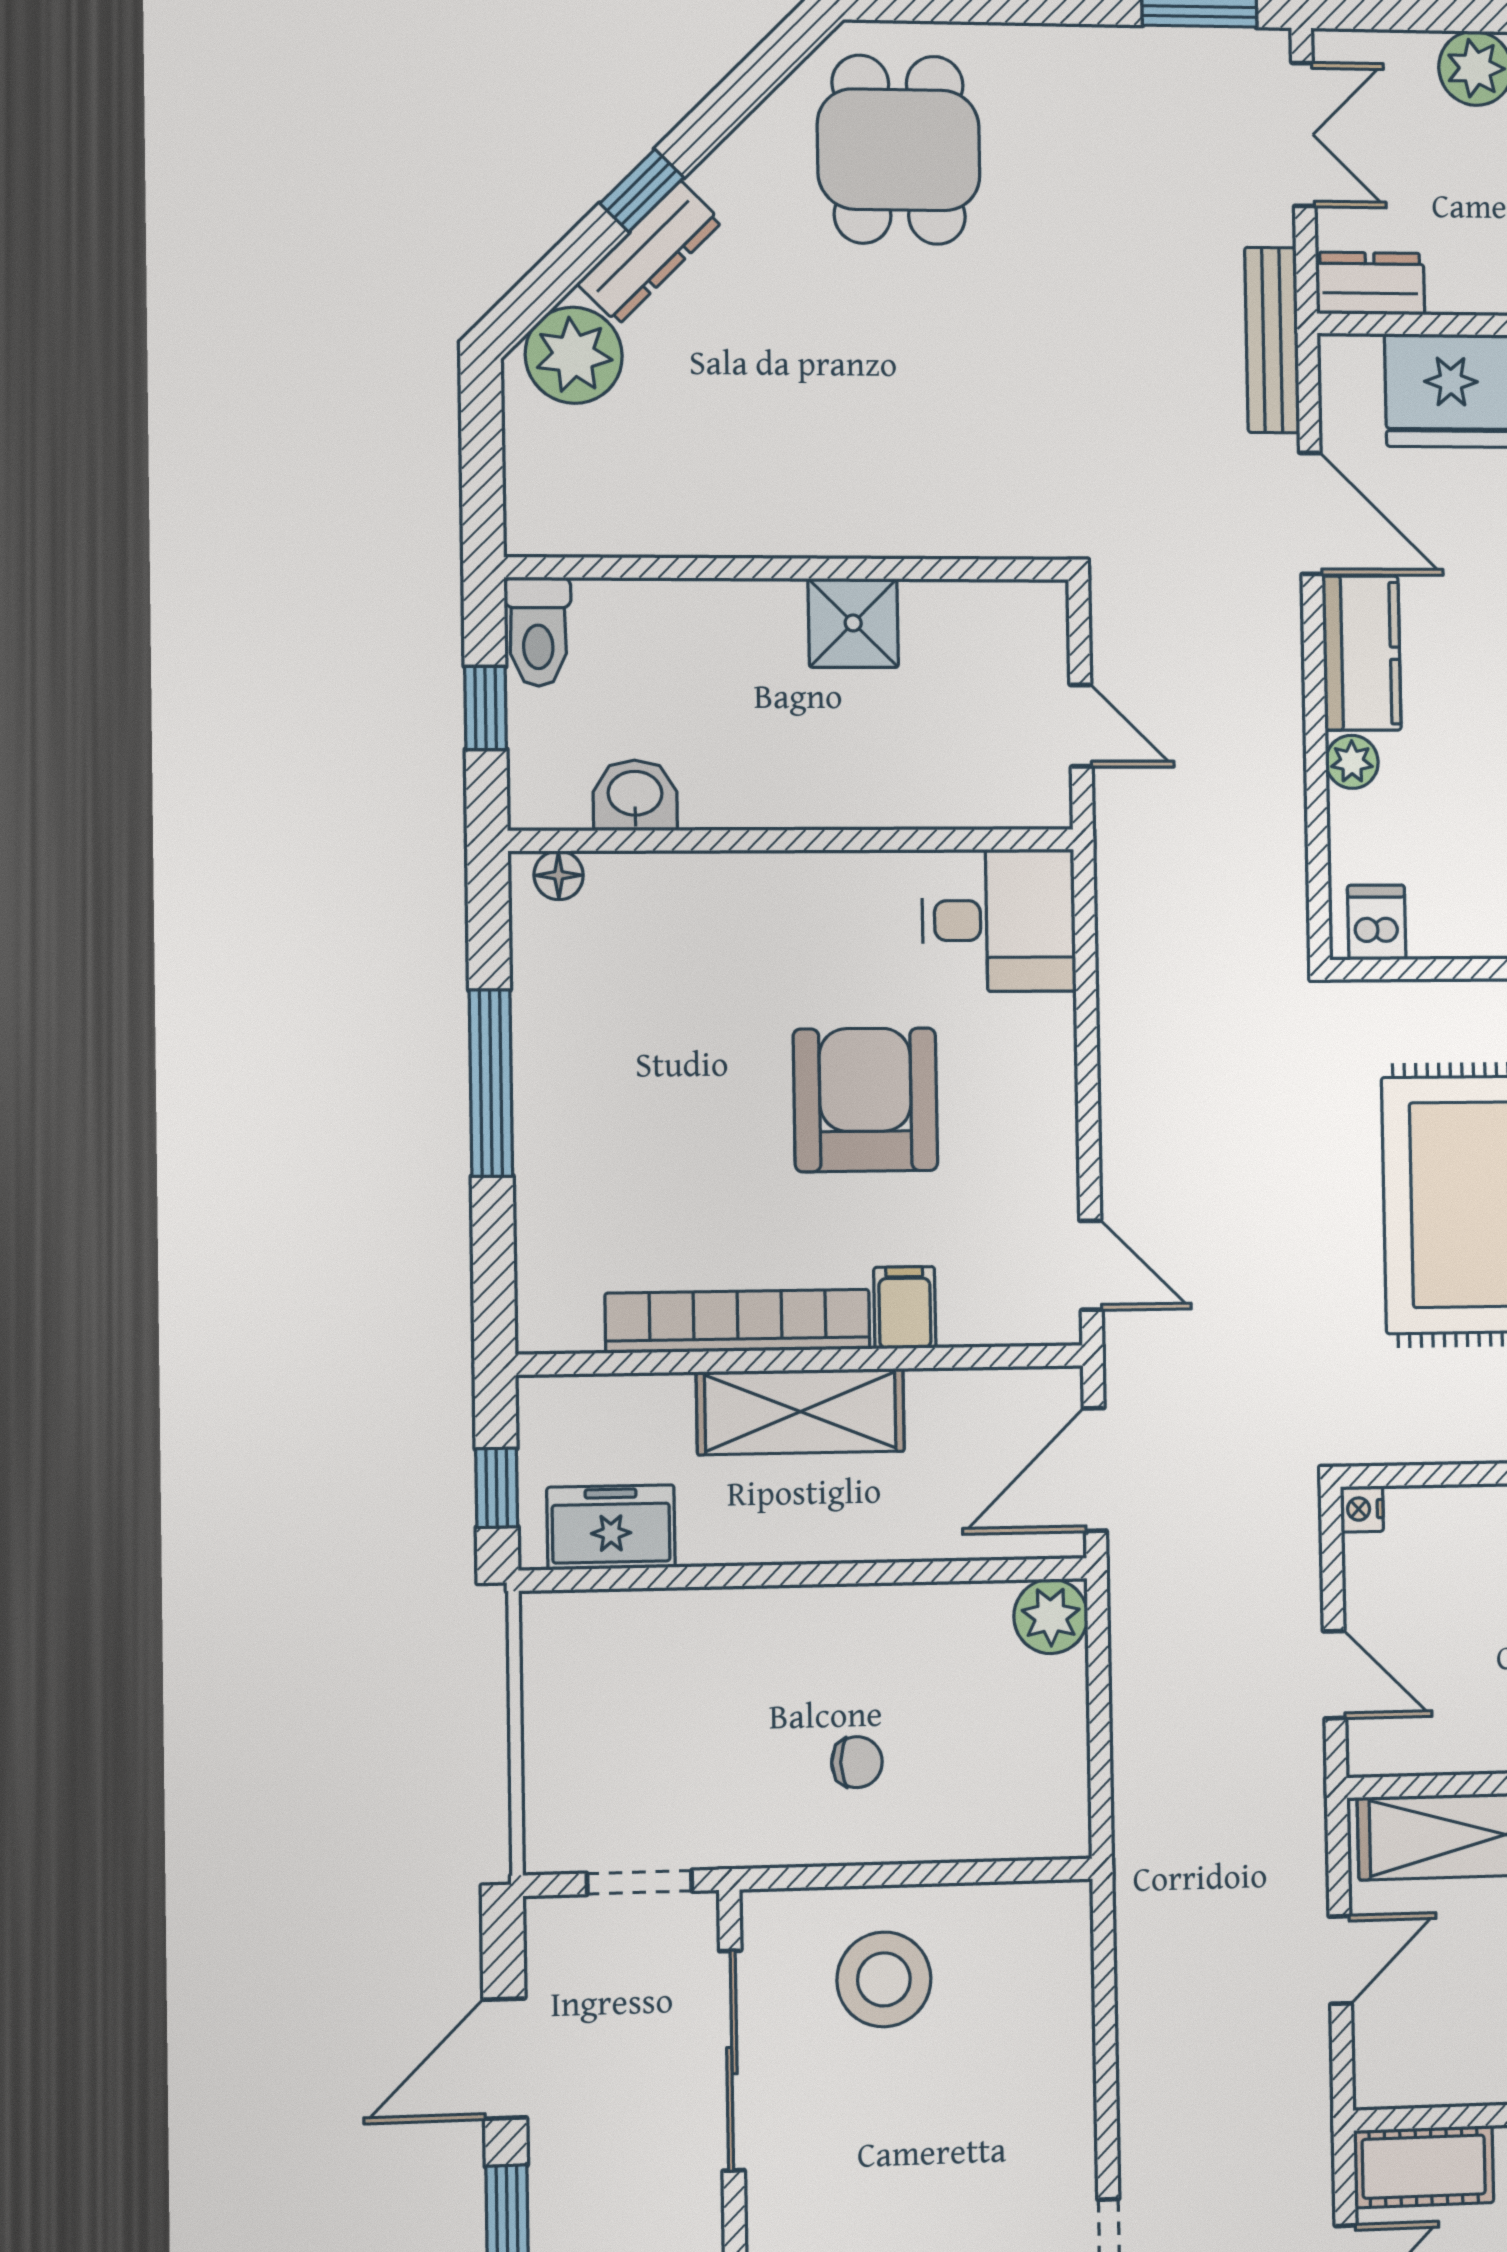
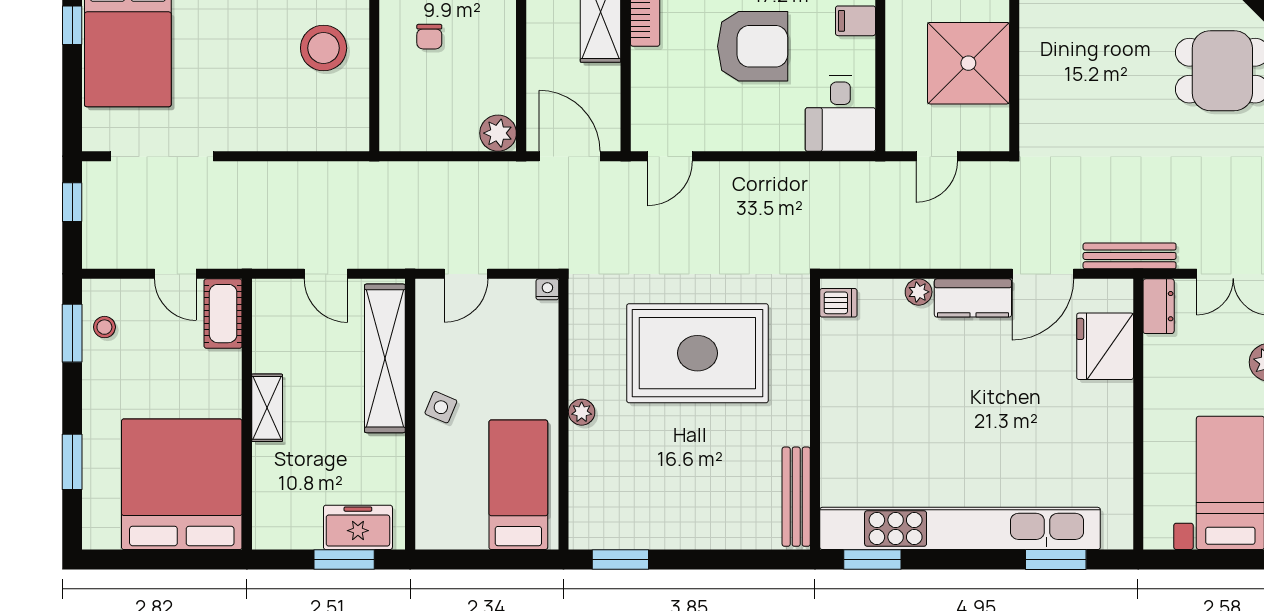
shower: (853, 623) -> (968, 63), width x1.86, depth x1.86
filing cabinet: (905, 1308) -> (855, 21), moved, turned 180

